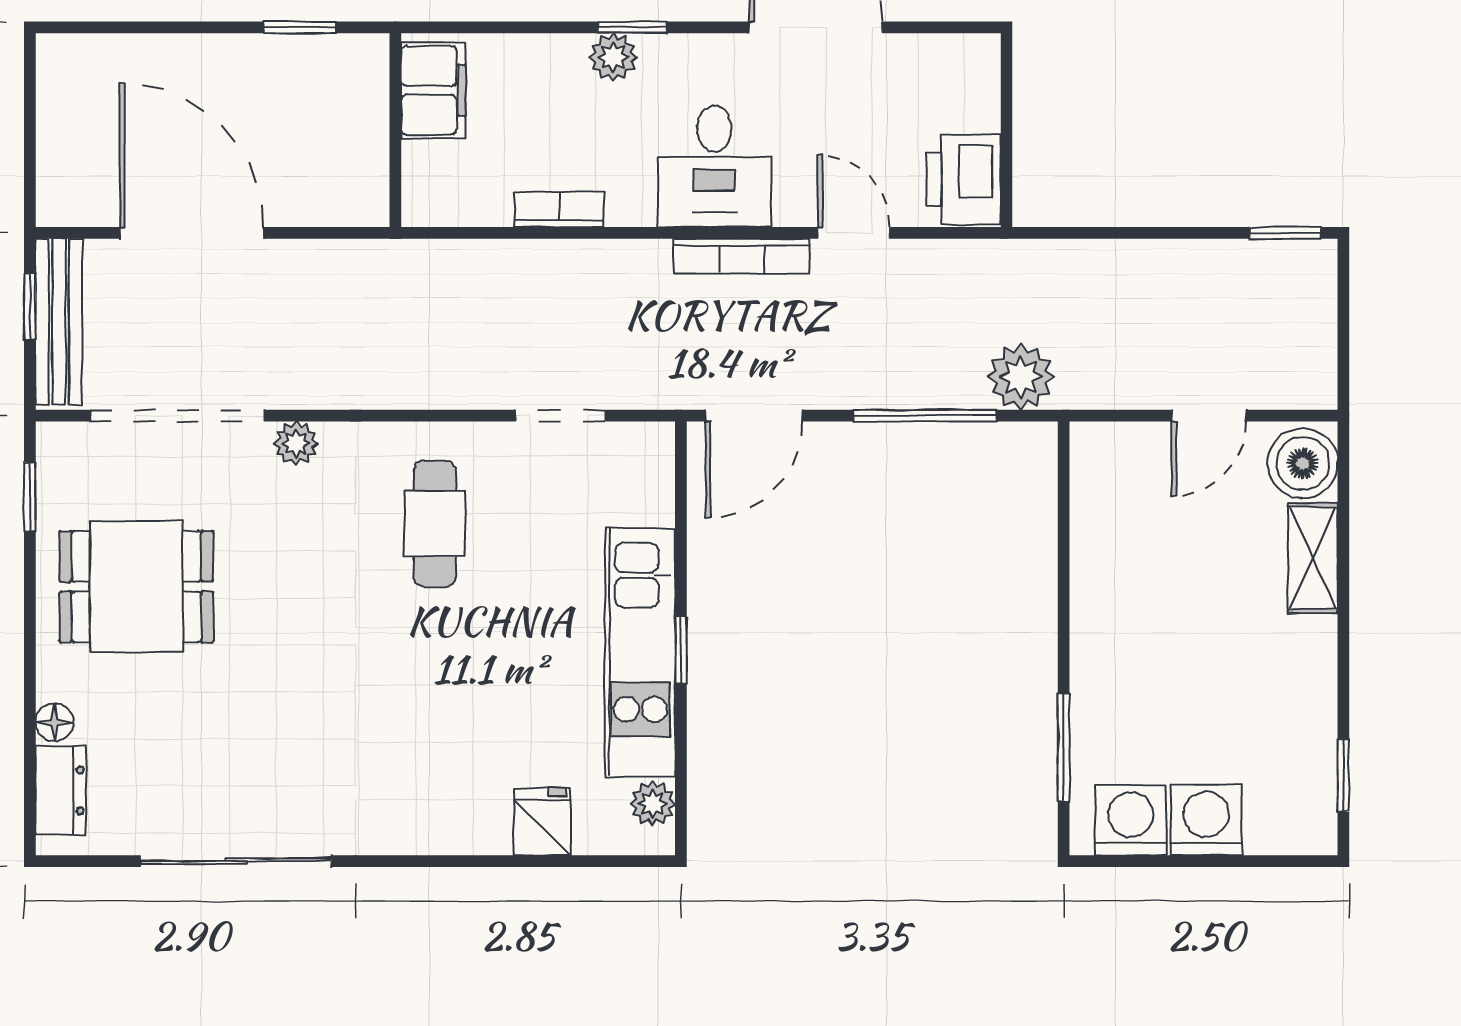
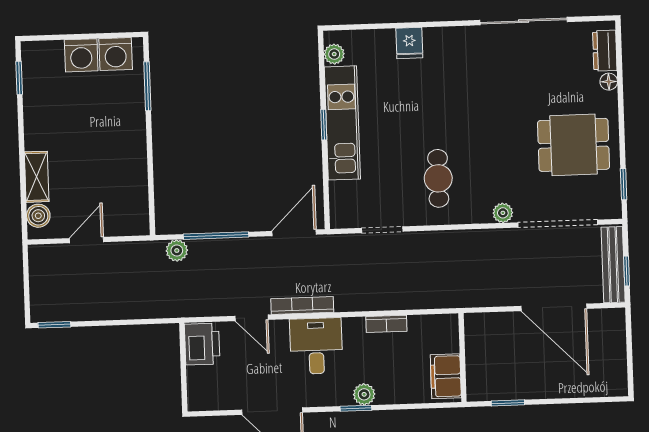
plant: (1021, 377) -> (177, 251), width x0.73, depth x0.73
boiler: (1303, 463) -> (38, 216), width x0.73, depth x0.73
fridge: (542, 822) -> (409, 43), moved

